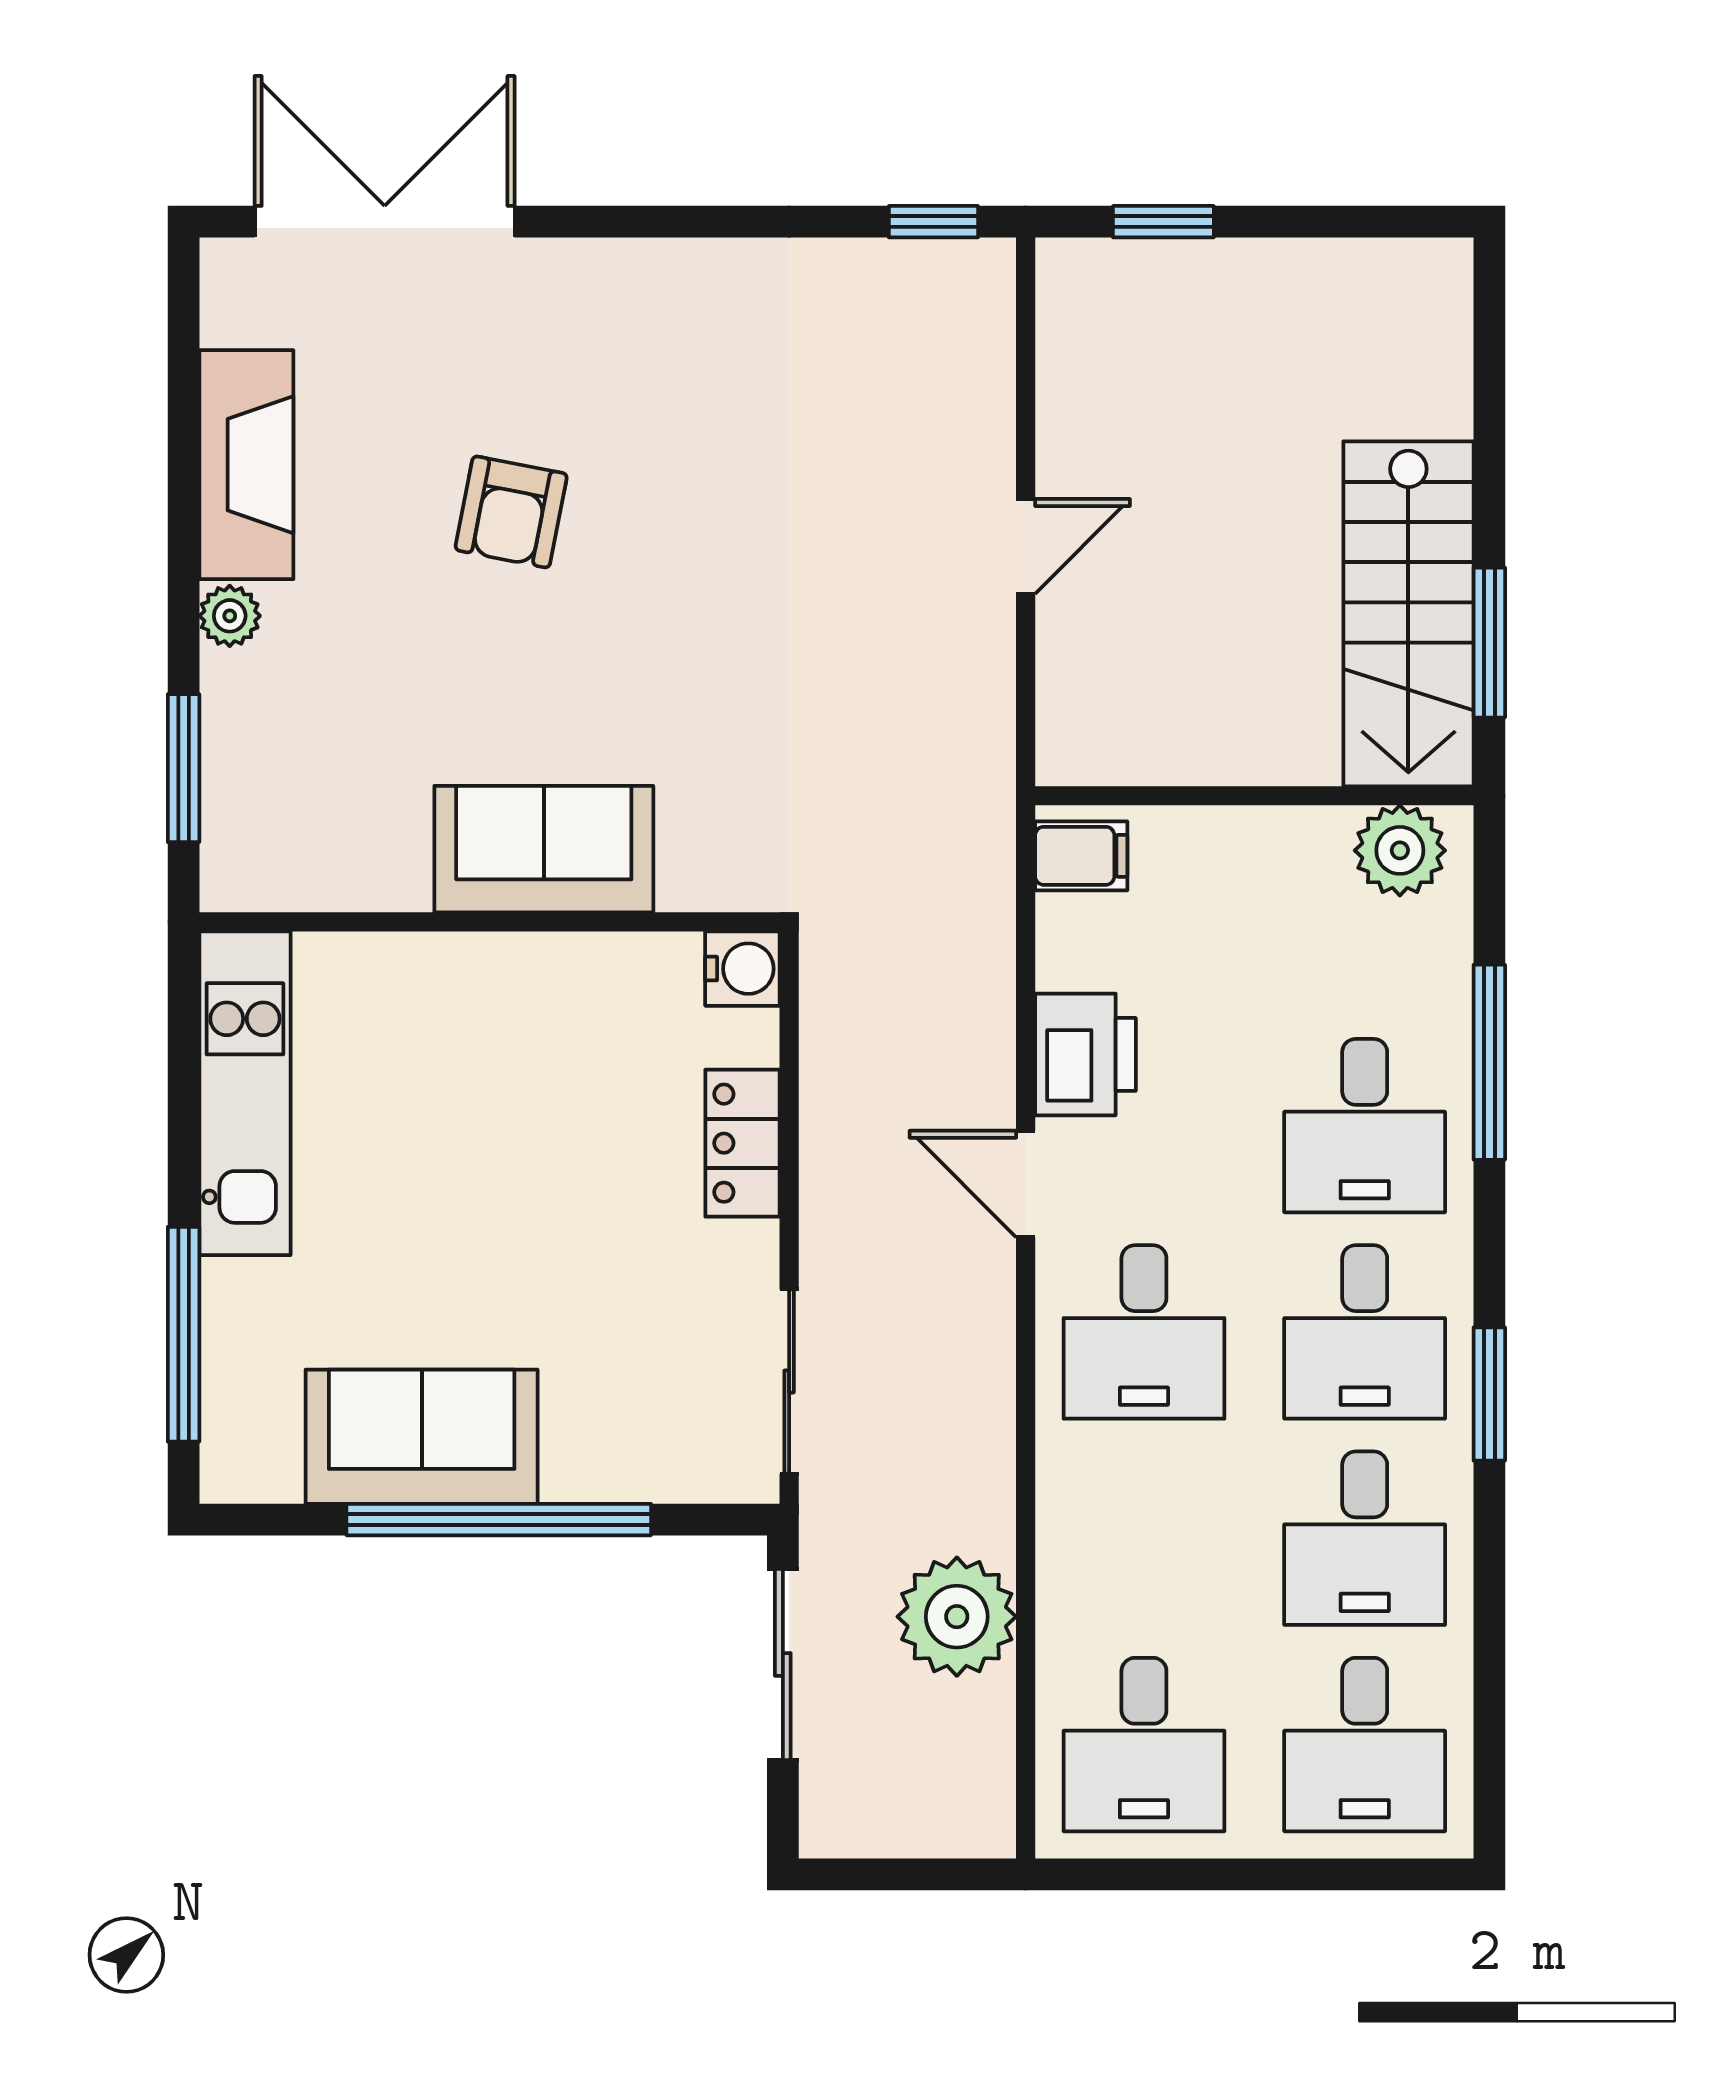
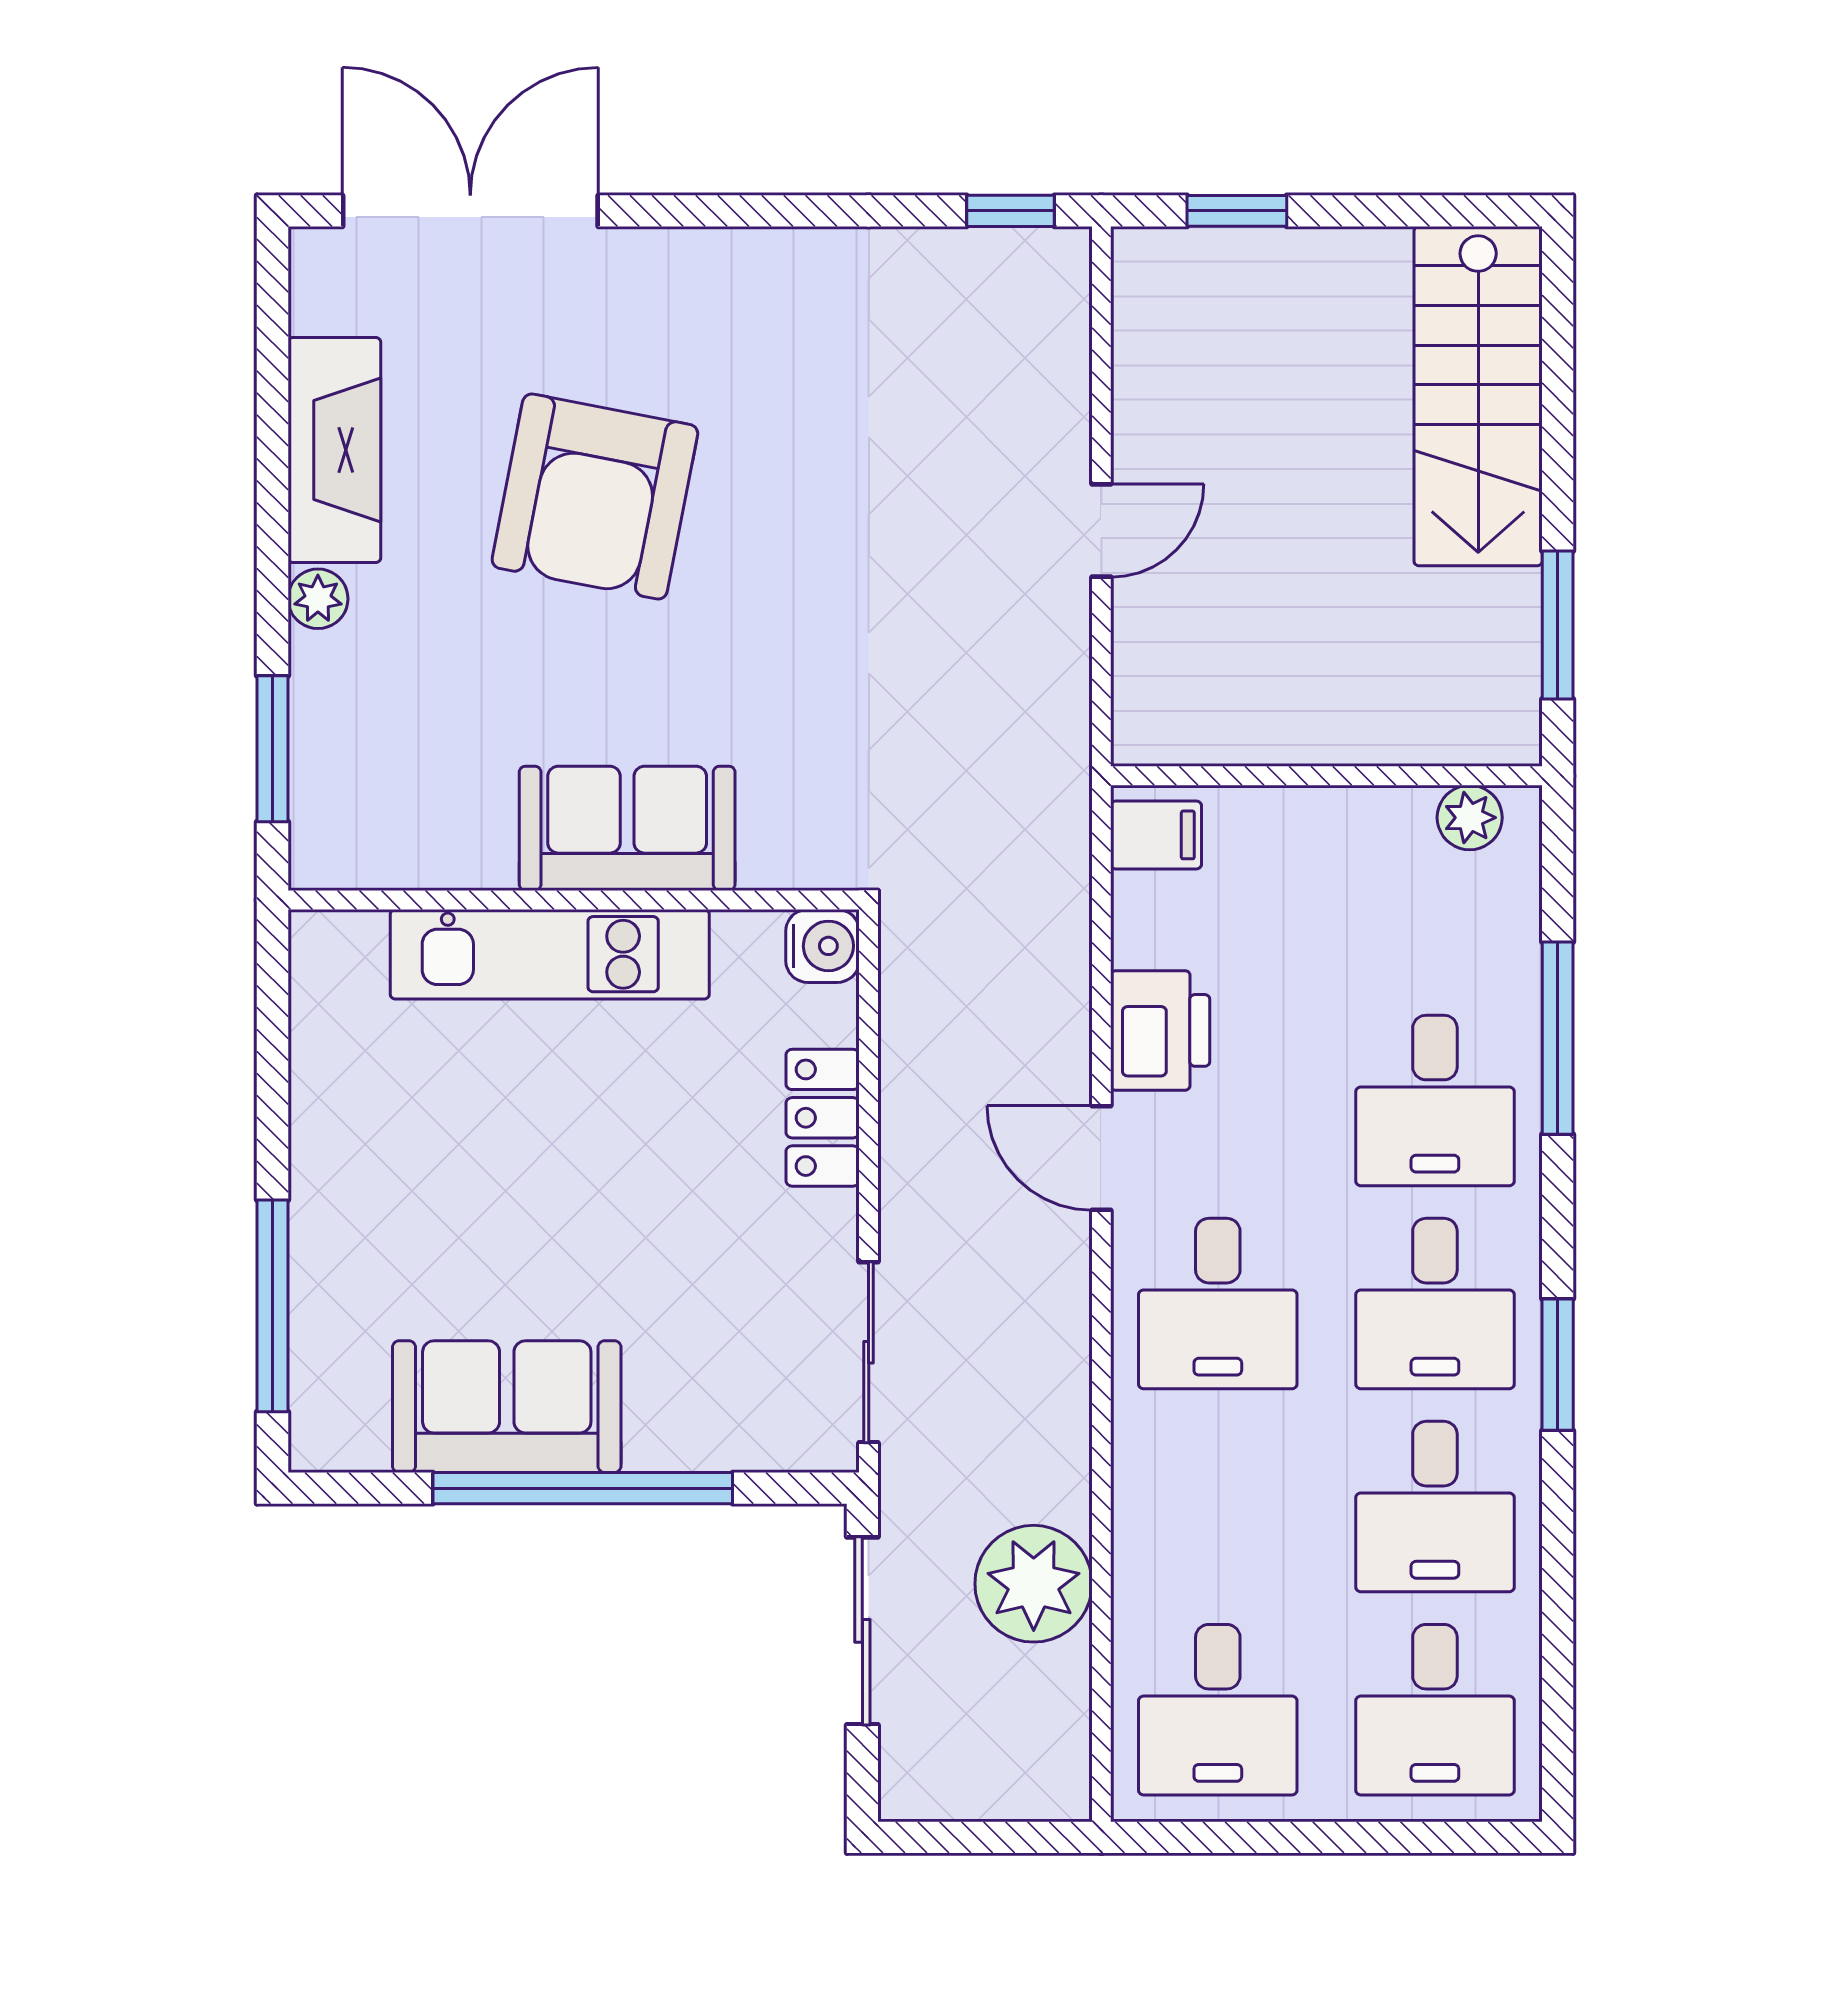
armchair: (511, 512) -> (595, 497), width x1.88, depth x1.88
stairs: (1408, 614) -> (1478, 396), moved
plant: (1400, 850) -> (1470, 818), width x0.73, depth x0.73
kitchen unit: (245, 1093) -> (550, 954), moved, turned 90

